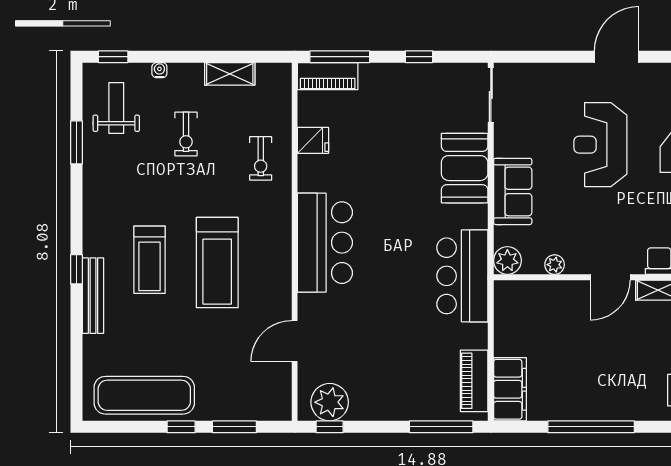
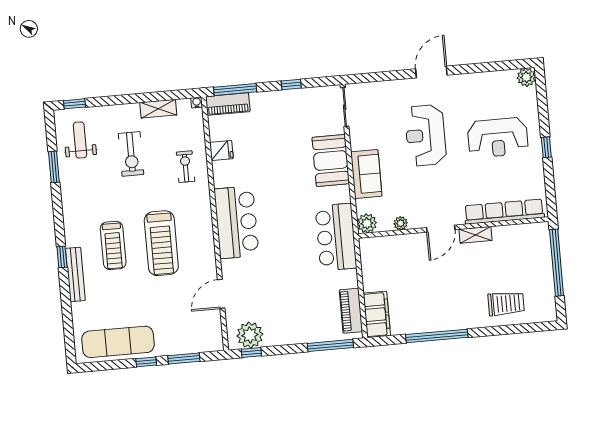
water cooler: (159, 70) -> (197, 103), moved
exercise bike: (186, 134) -> (131, 154), width x1.38, depth x1.39
exercise bike: (261, 158) -> (186, 167), turned 180

